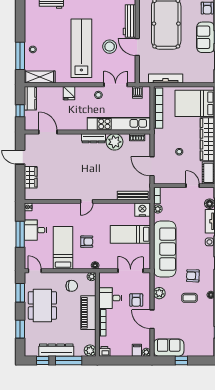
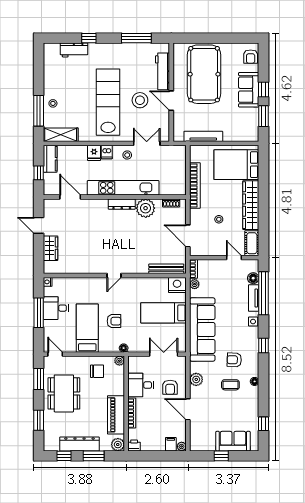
dishwasher: (137, 92) -> (107, 152), moved
bookcase: (158, 108) -> (195, 186), moved
kitchen unit: (119, 124) -> (123, 188), moved
piano: (88, 313) -> (116, 415), moved
sofa: (169, 348) -> (233, 441), moved
window: (69, 361) -> (94, 456), width x0.69

